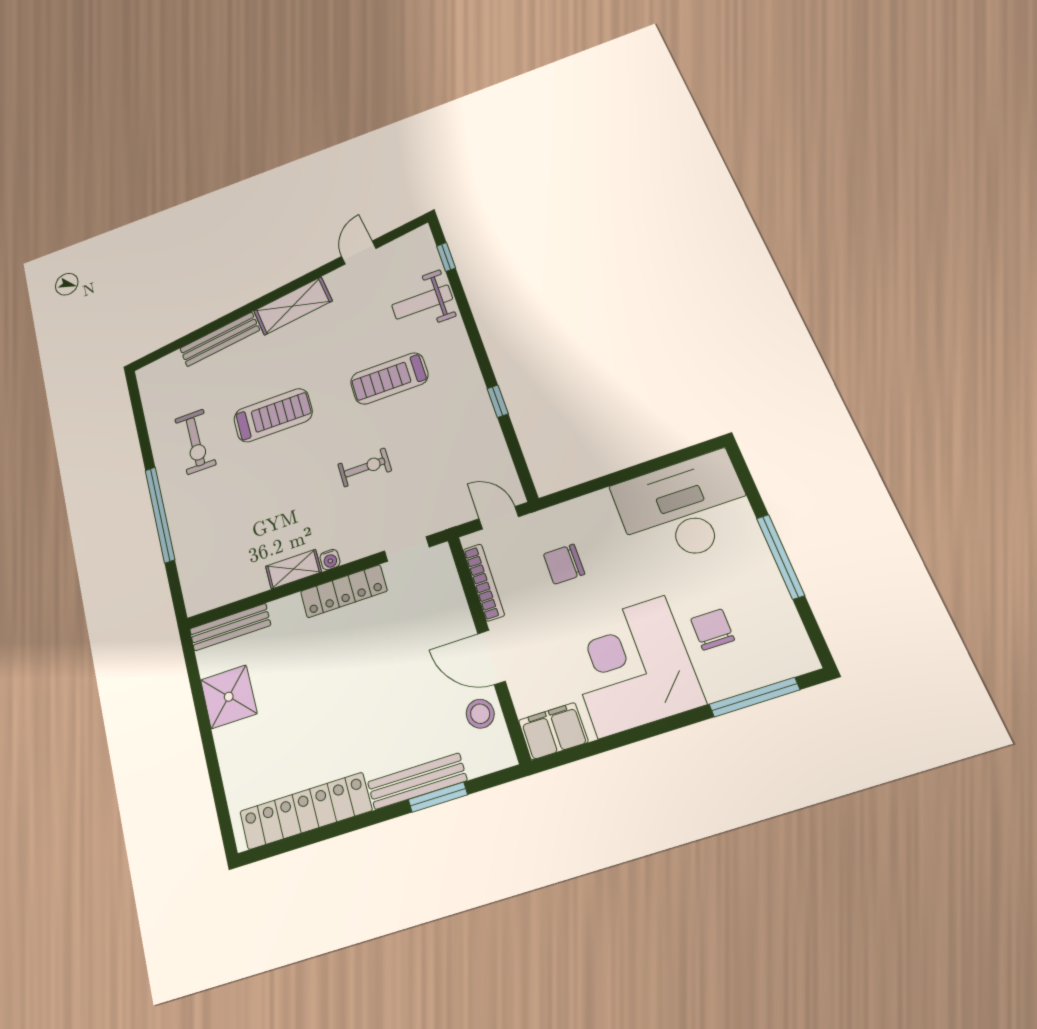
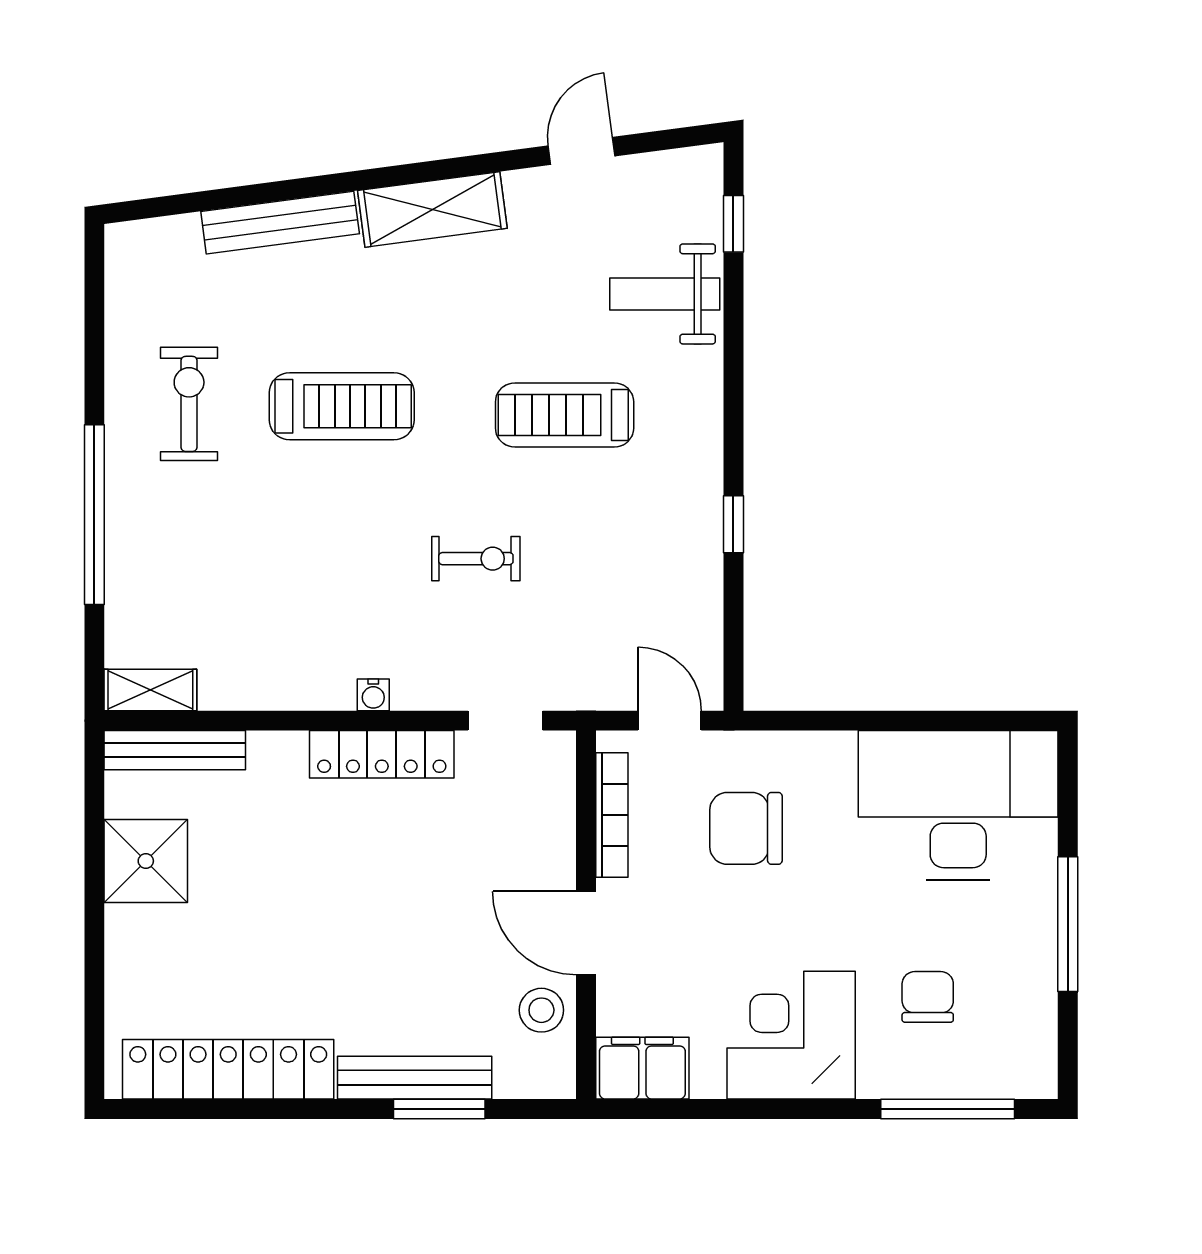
exercise bike: (195, 442) -> (189, 404), turned 180
chair: (564, 564) -> (746, 828), width x1.37, depth x1.37
shelving: (293, 569) -> (150, 690), moved
corner desk: (632, 666) -> (791, 1035), width x0.74, depth x0.74

